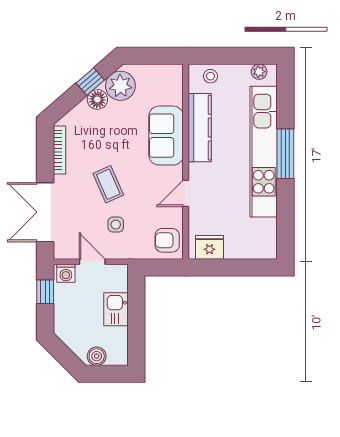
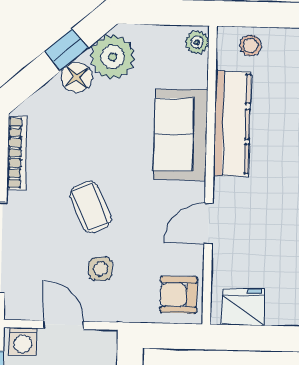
plant: (175, 75) -> (197, 42), added

